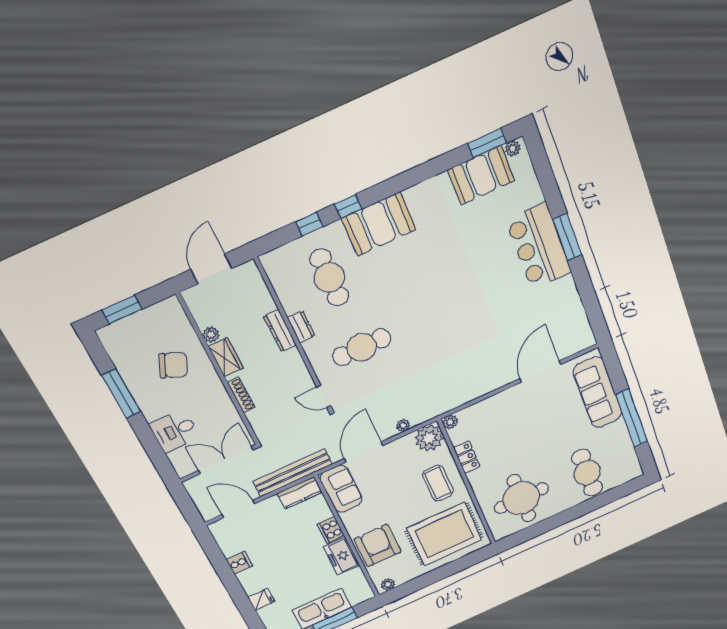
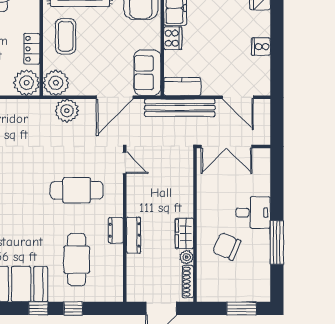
shoe rack: (241, 395) -> (188, 282), moved
plant: (450, 422) -> (27, 83), width x1.87, depth x1.87
plant: (403, 425) -> (67, 111), width x1.87, depth x1.87
desk: (175, 431) -> (253, 213), moved

